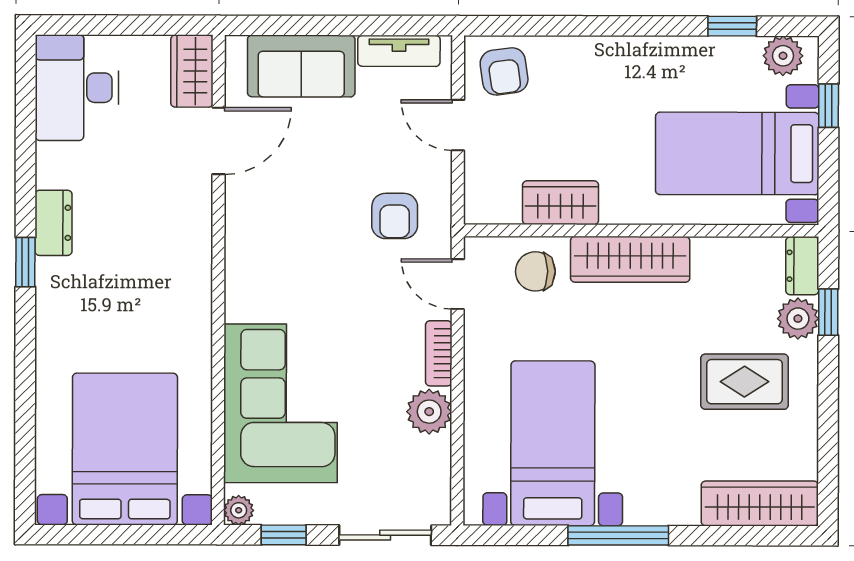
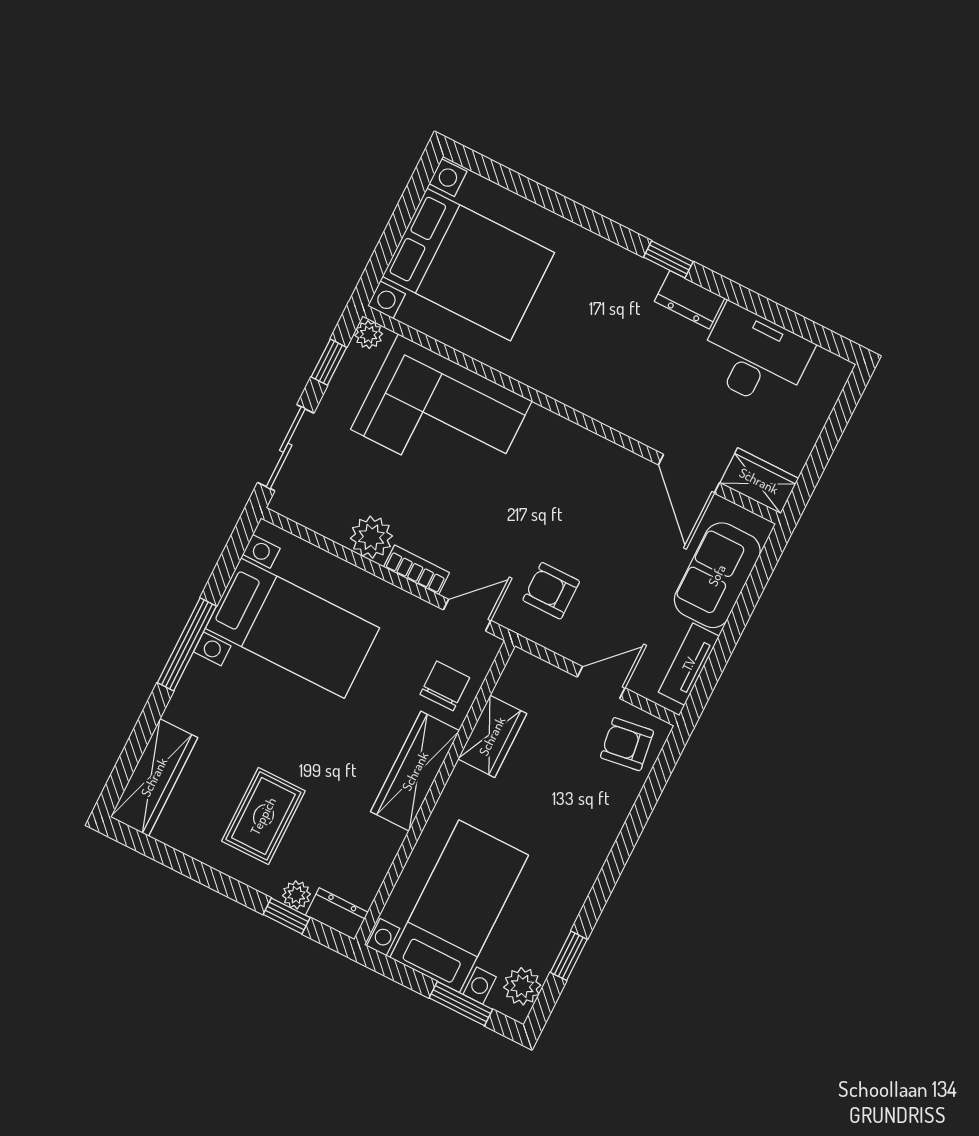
desk: (77, 88) -> (755, 357), moved
window: (829, 106) -> (461, 1004), width x1.50
plant: (798, 319) -> (296, 895), width x0.73, depth x0.73

